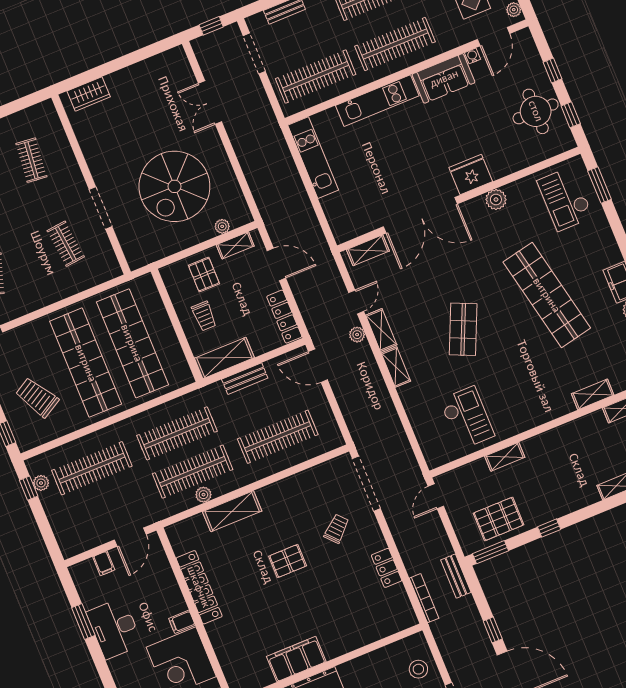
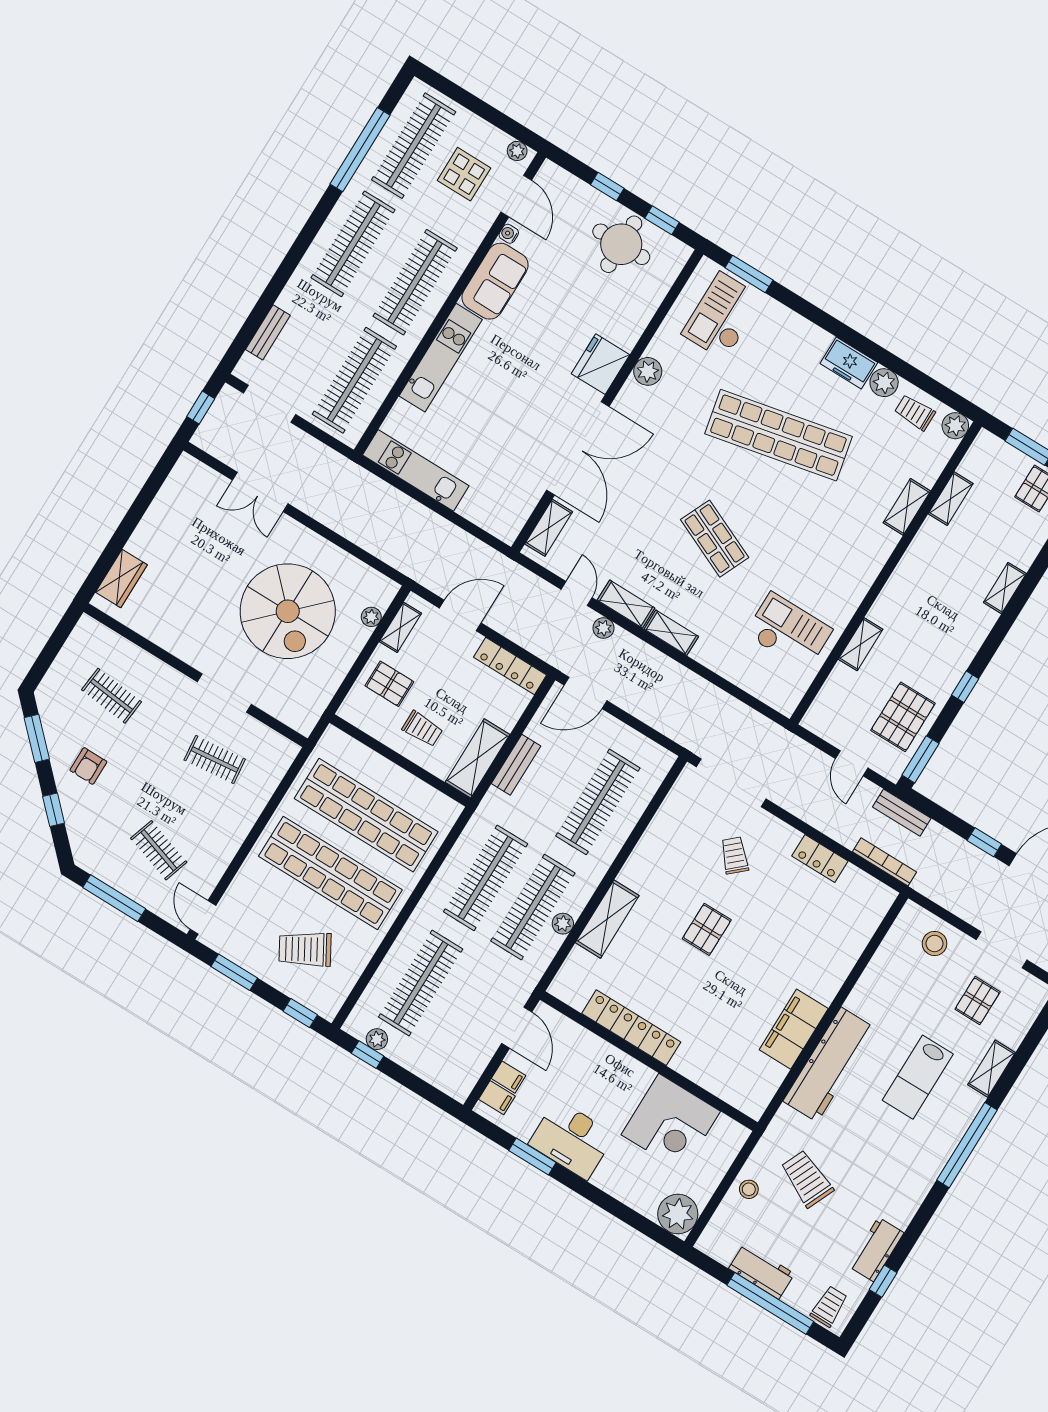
checkout: (565, 199) -> (722, 316), turned 90
door: (436, 496) -> (852, 763), moved
filing cabinet: (182, 622) -> (497, 1098), moved, turned -90

